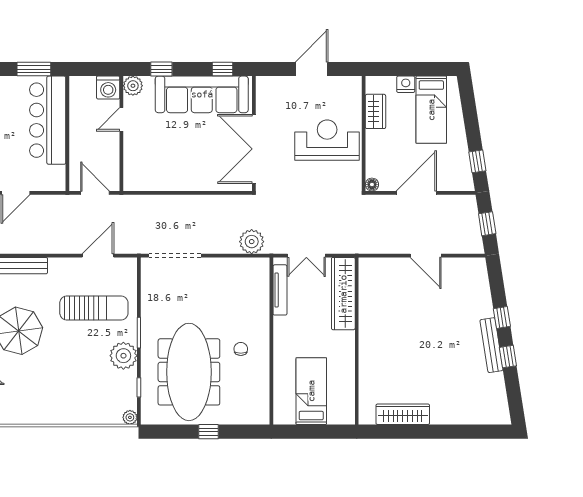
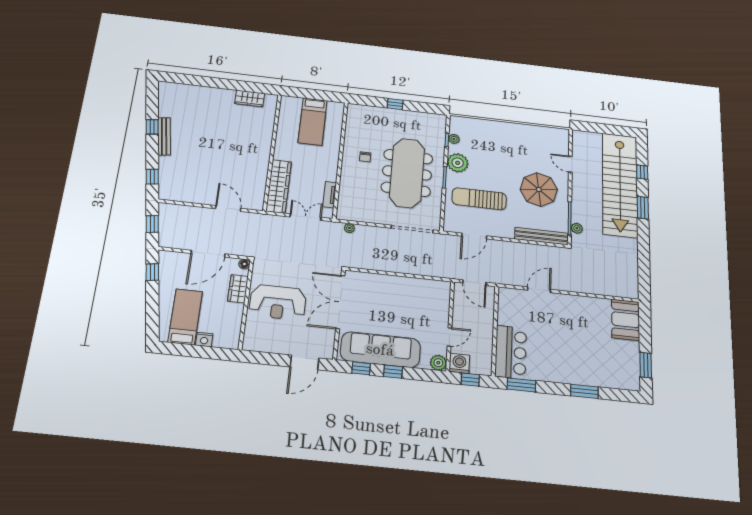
window: (94, 69) -> (470, 380), added
window: (161, 69) -> (393, 372), moved
door: (312, 69) -> (305, 362), moved
wardrobe: (375, 111) -> (238, 289), moved
bar counter: (48, 120) -> (511, 352), width x0.73
double door: (254, 149) -> (340, 302), swing flipped
plant: (252, 242) -> (349, 228), width x0.53, depth x0.53
door: (426, 256) -> (228, 208), moved
tv unit: (280, 290) -> (330, 195), width x0.71
window: (502, 317) -> (152, 177), moved
meeting table: (189, 372) -> (407, 173), moved
wardrobe: (403, 414) -> (250, 98), width x0.67
plant: (130, 417) -> (454, 139), moved

